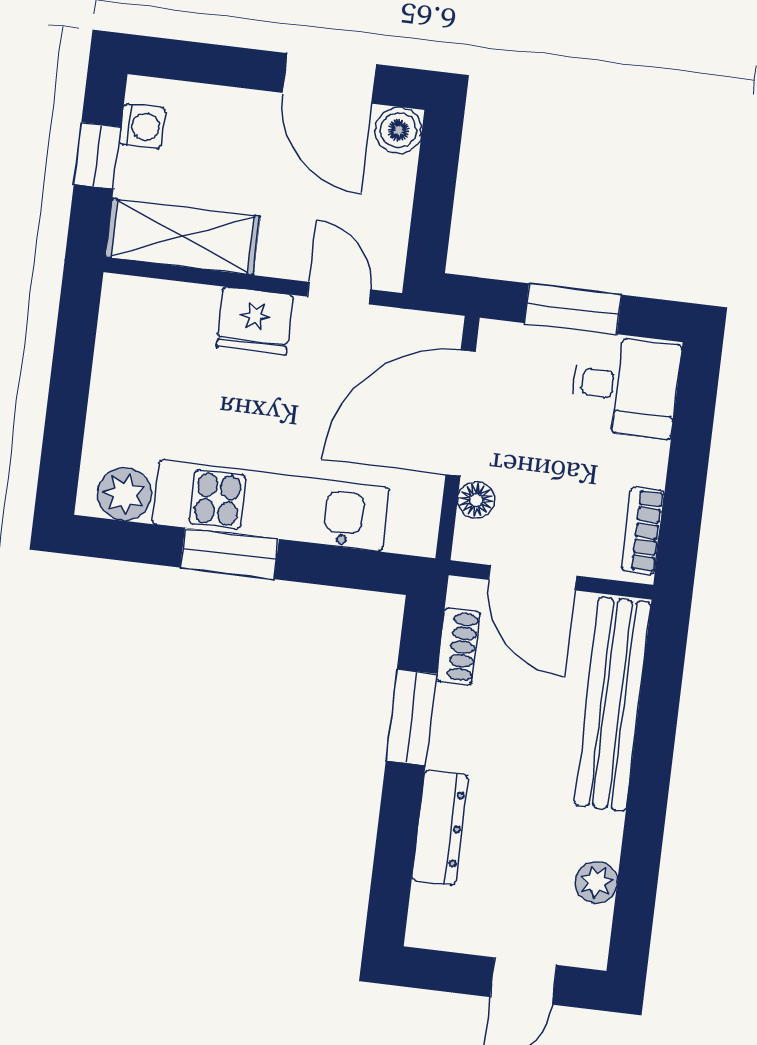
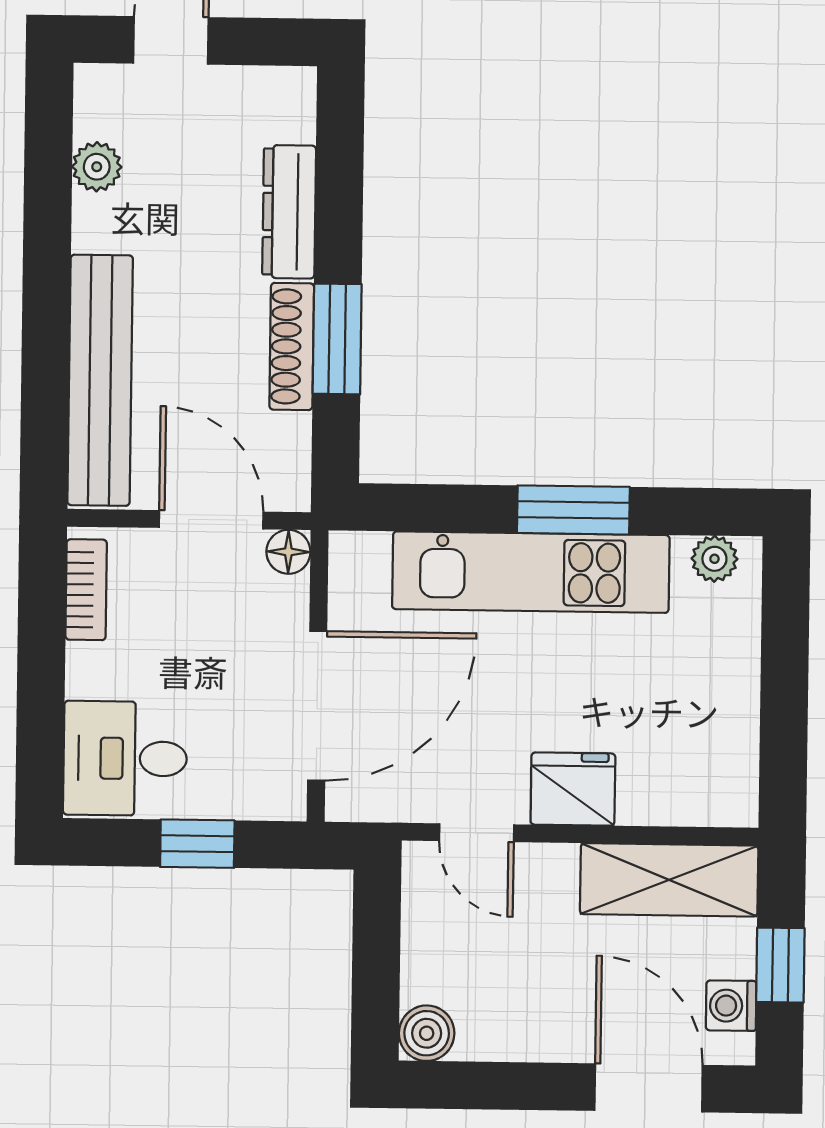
door: (329, 78) -> (649, 1088), moved
window: (573, 309) -> (197, 844), width x0.67
plant: (124, 494) -> (714, 559), width x0.73, depth x0.73
floor lamp: (476, 500) -> (288, 552), moved
shoe rack: (458, 646) -> (292, 346), moved, width x1.43

